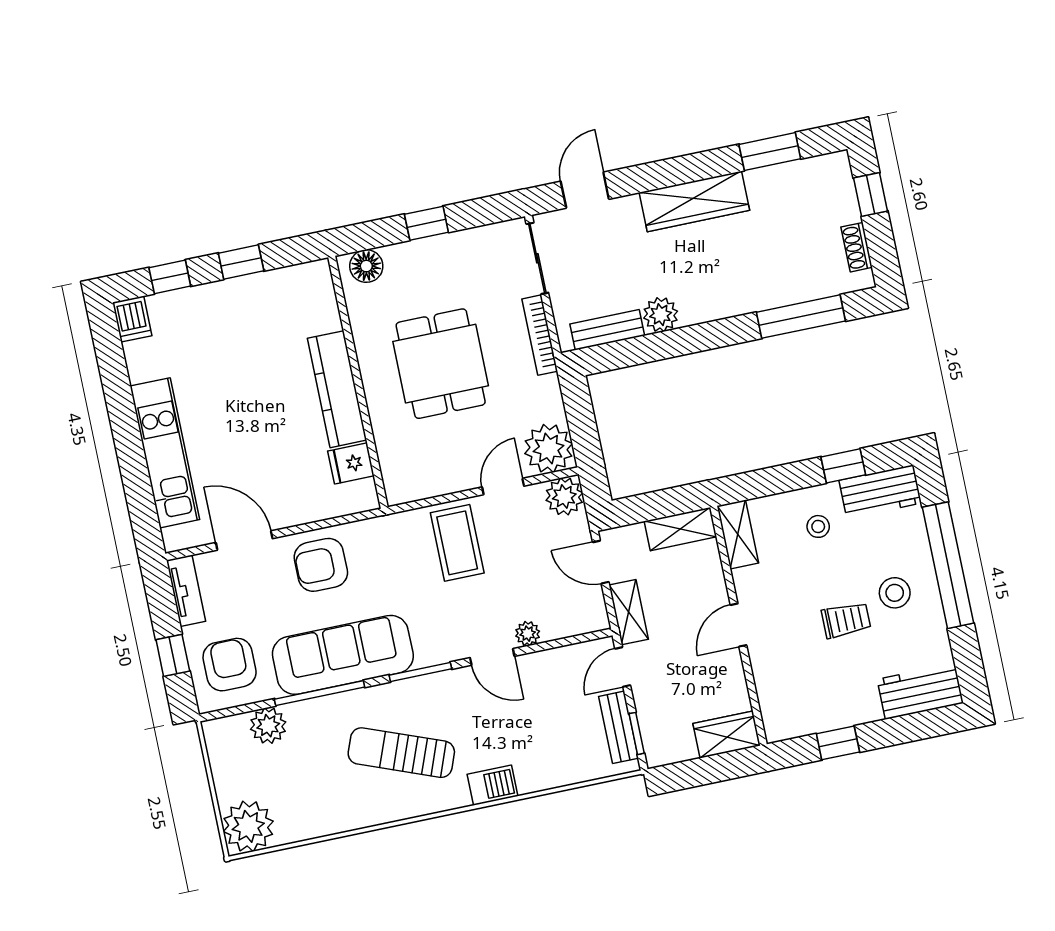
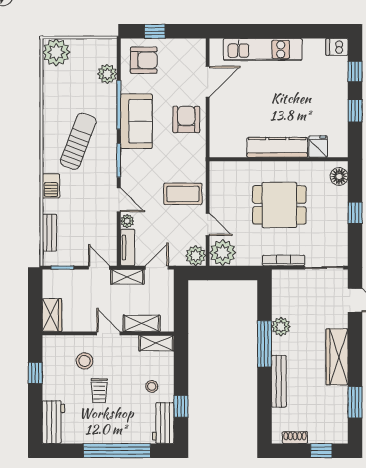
window: (801, 317) -> (264, 344), moved
bench: (607, 330) -> (279, 381), moved, width x1.36
fridge: (351, 463) -> (318, 147), moved
shelving: (680, 529) -> (142, 323), moved, turned 90
tv unit: (186, 591) -> (128, 248), moved, turned -90
stool: (895, 593) -> (85, 361), moved
sofa: (343, 655) -> (136, 121), width x0.73
door: (492, 657) -> (119, 200), swing flipped
bench: (619, 727) -> (49, 233), moved, turned 90

